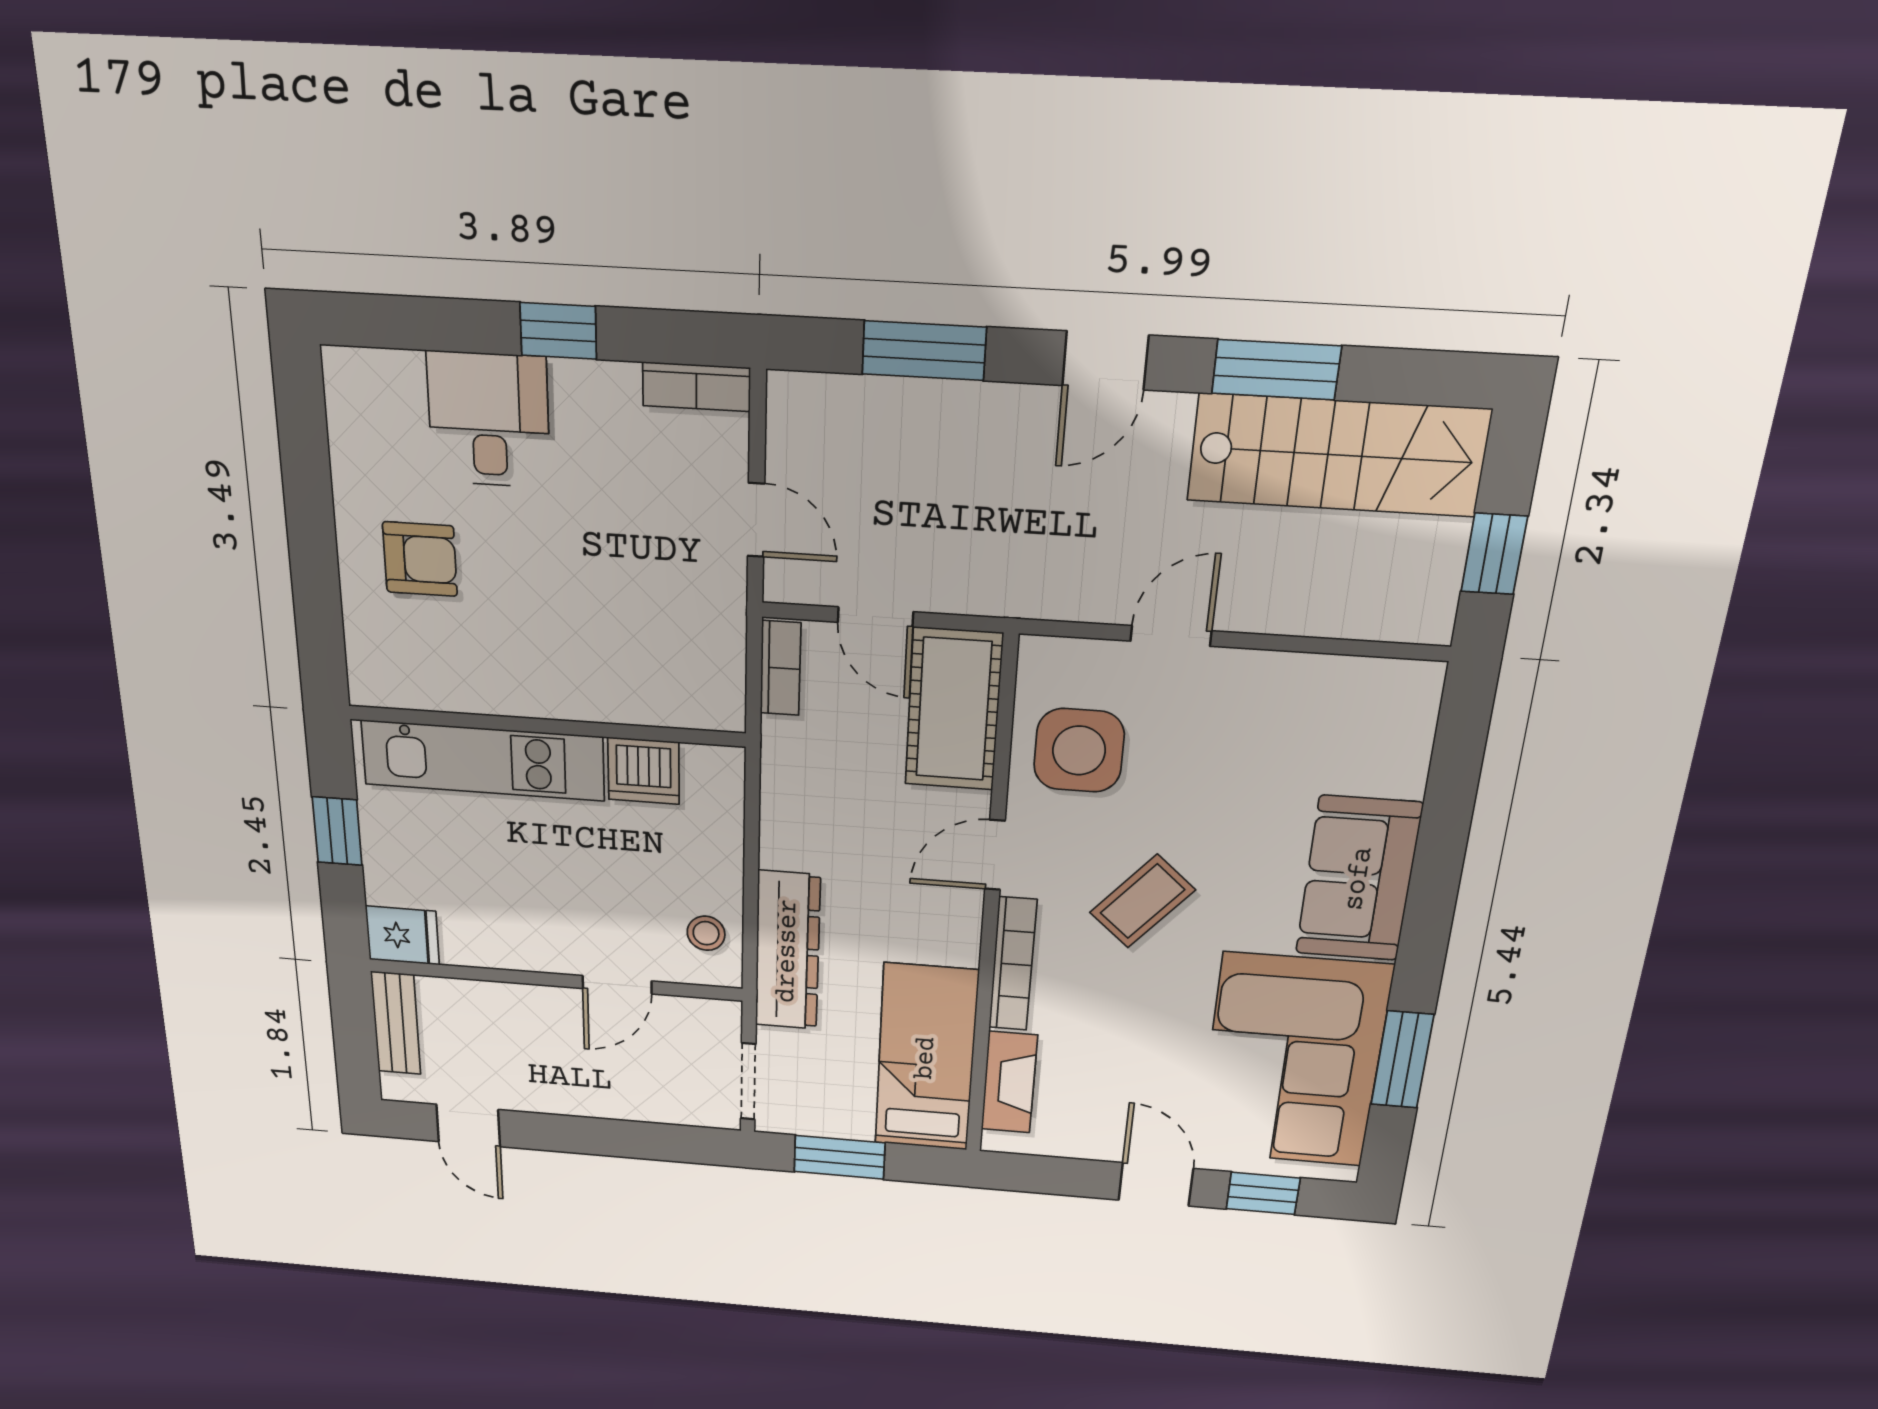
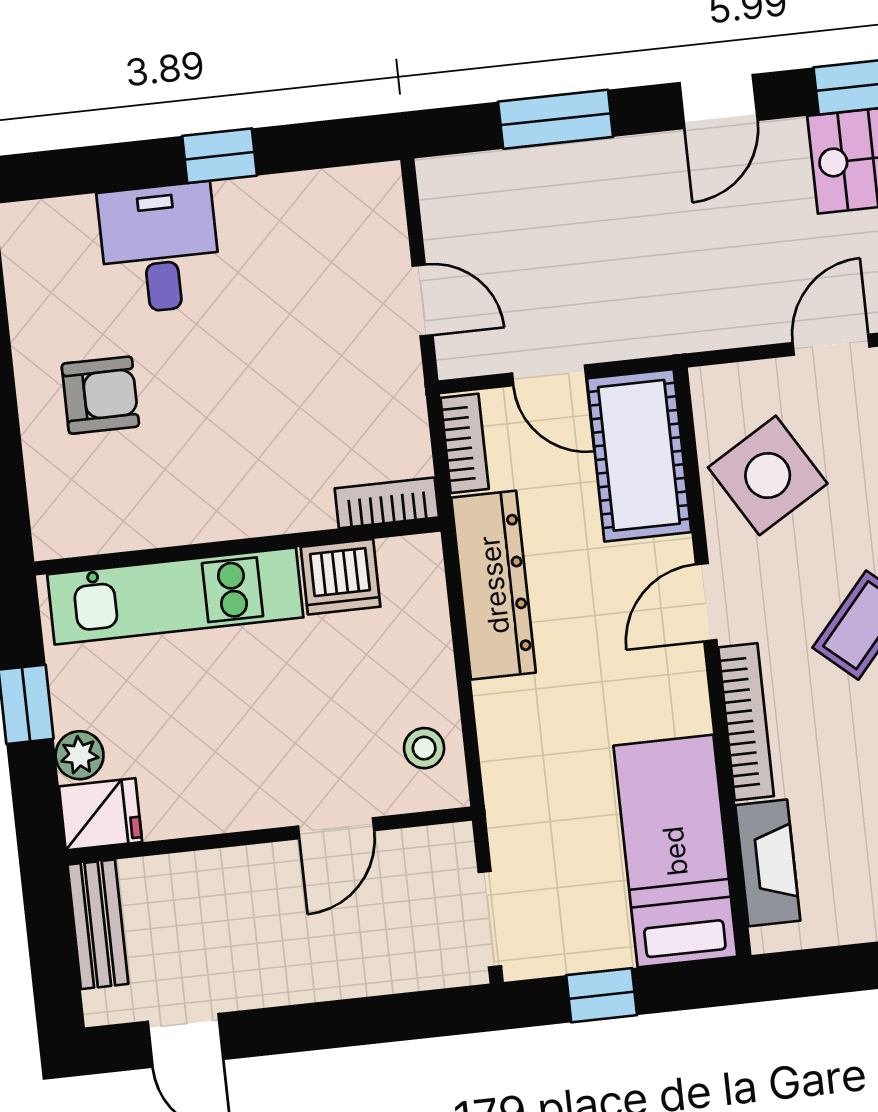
bookcase: (696, 387) -> (387, 503), moved, turned 180
side table: (1079, 750) -> (768, 475), turned -31
plant: (385, 883) -> (80, 755), added
dresser: (788, 951) -> (494, 585), moved
window: (839, 1157) -> (602, 995), width x0.67

